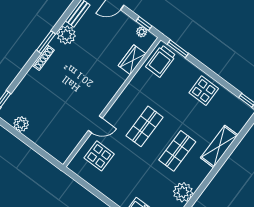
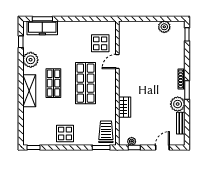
wardrobe: (132, 60) -> (125, 107), moved
shop shelf: (145, 126) -> (85, 83), width x1.43, depth x1.36
shelving: (219, 146) -> (29, 91), moved

